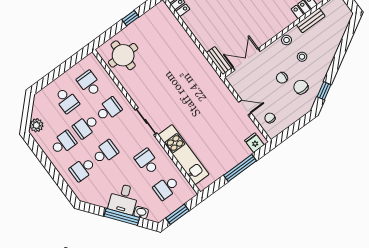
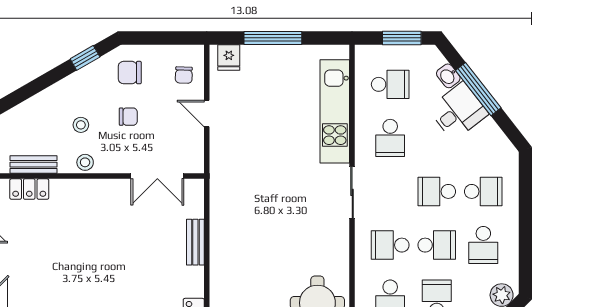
bench: (219, 61) -> (195, 242), moved
chair: (301, 87) -> (130, 73), moved, turned 90
school desk: (63, 143) -> (483, 245), turned -90

